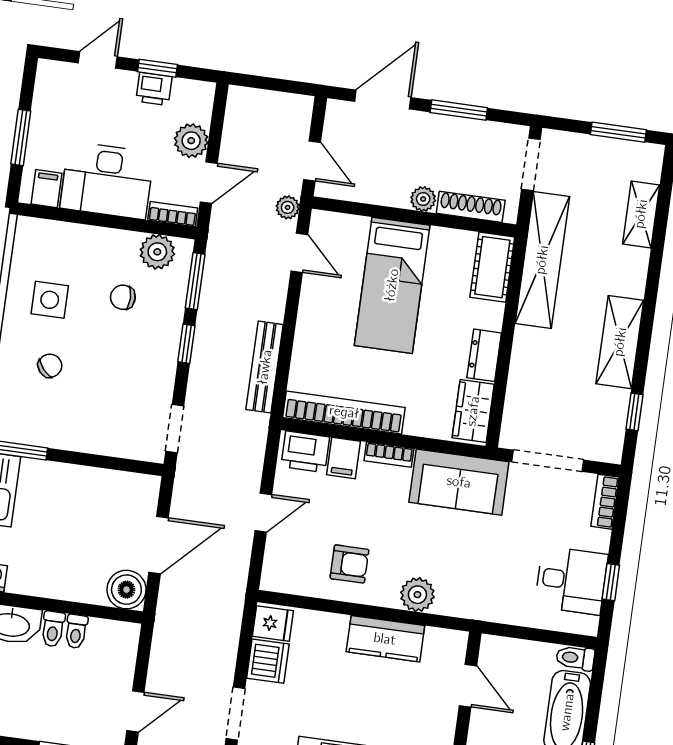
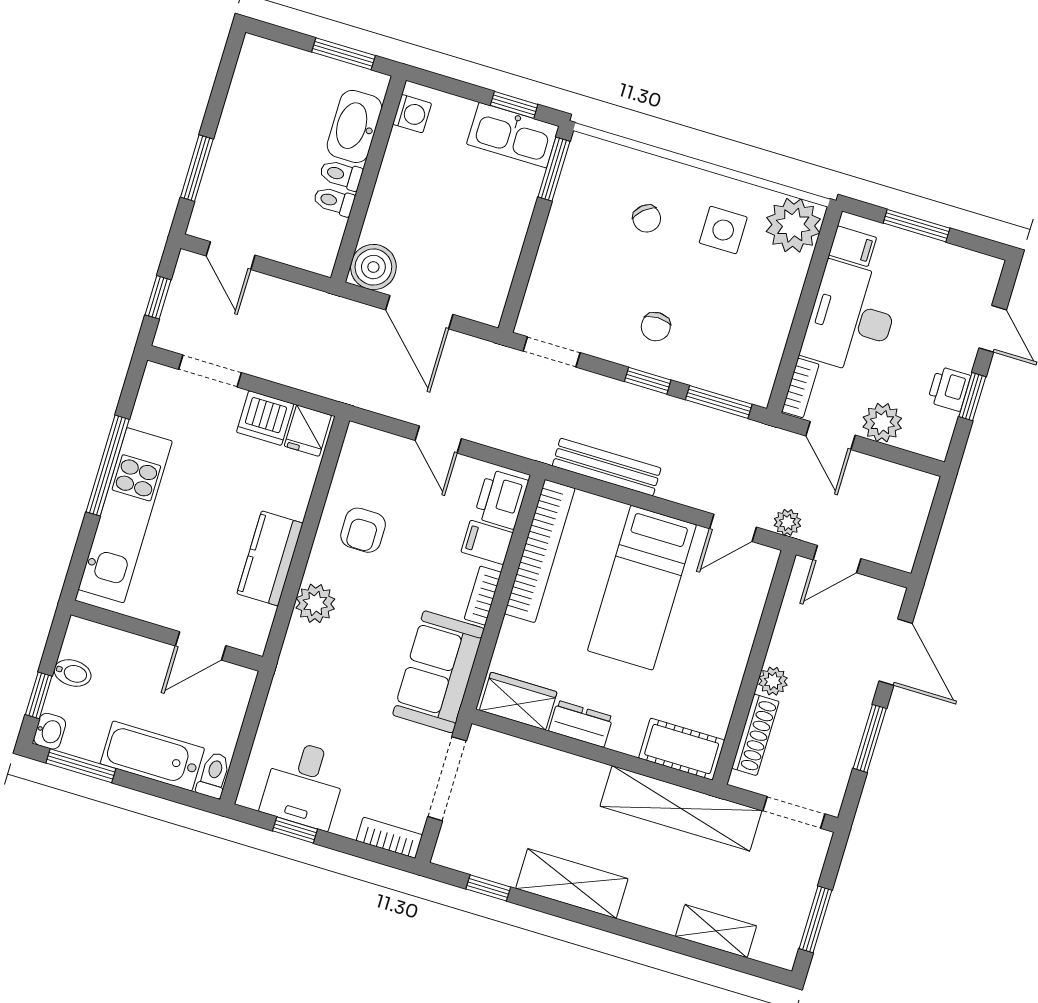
plant: (157, 252) -> (793, 225), moved, width x1.36, depth x1.36
bed: (392, 285) -> (642, 588), moved, turned -90
chair: (123, 297) -> (656, 327), moved, turned 180

